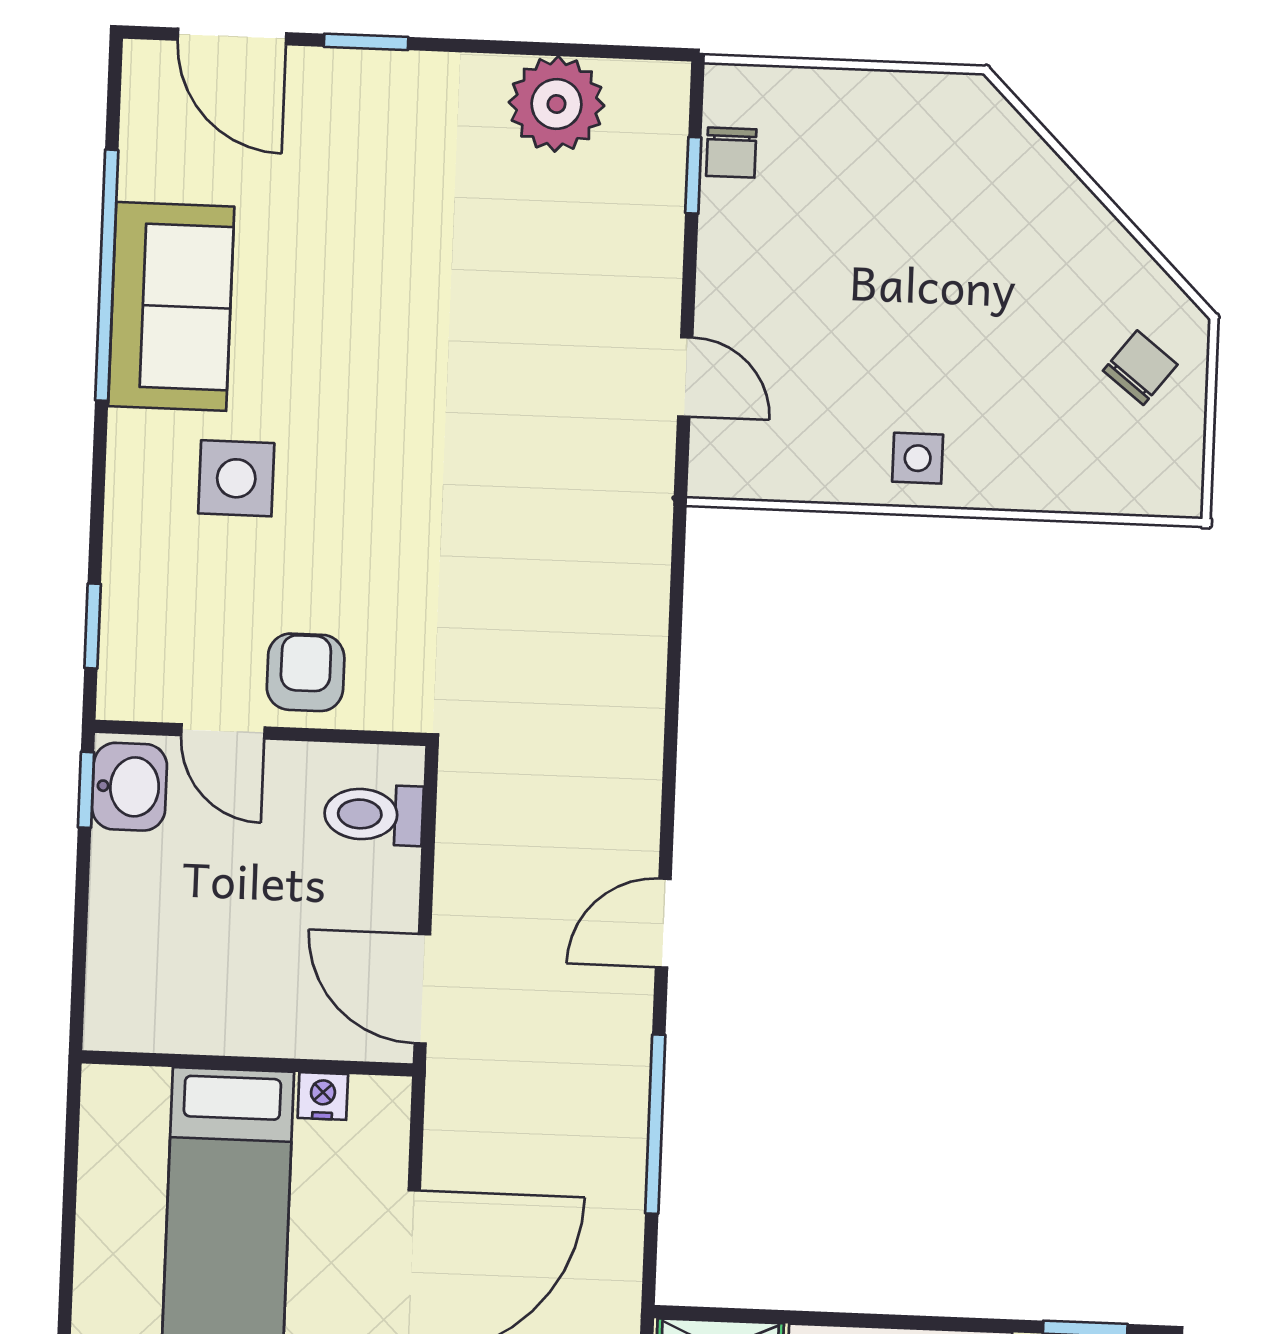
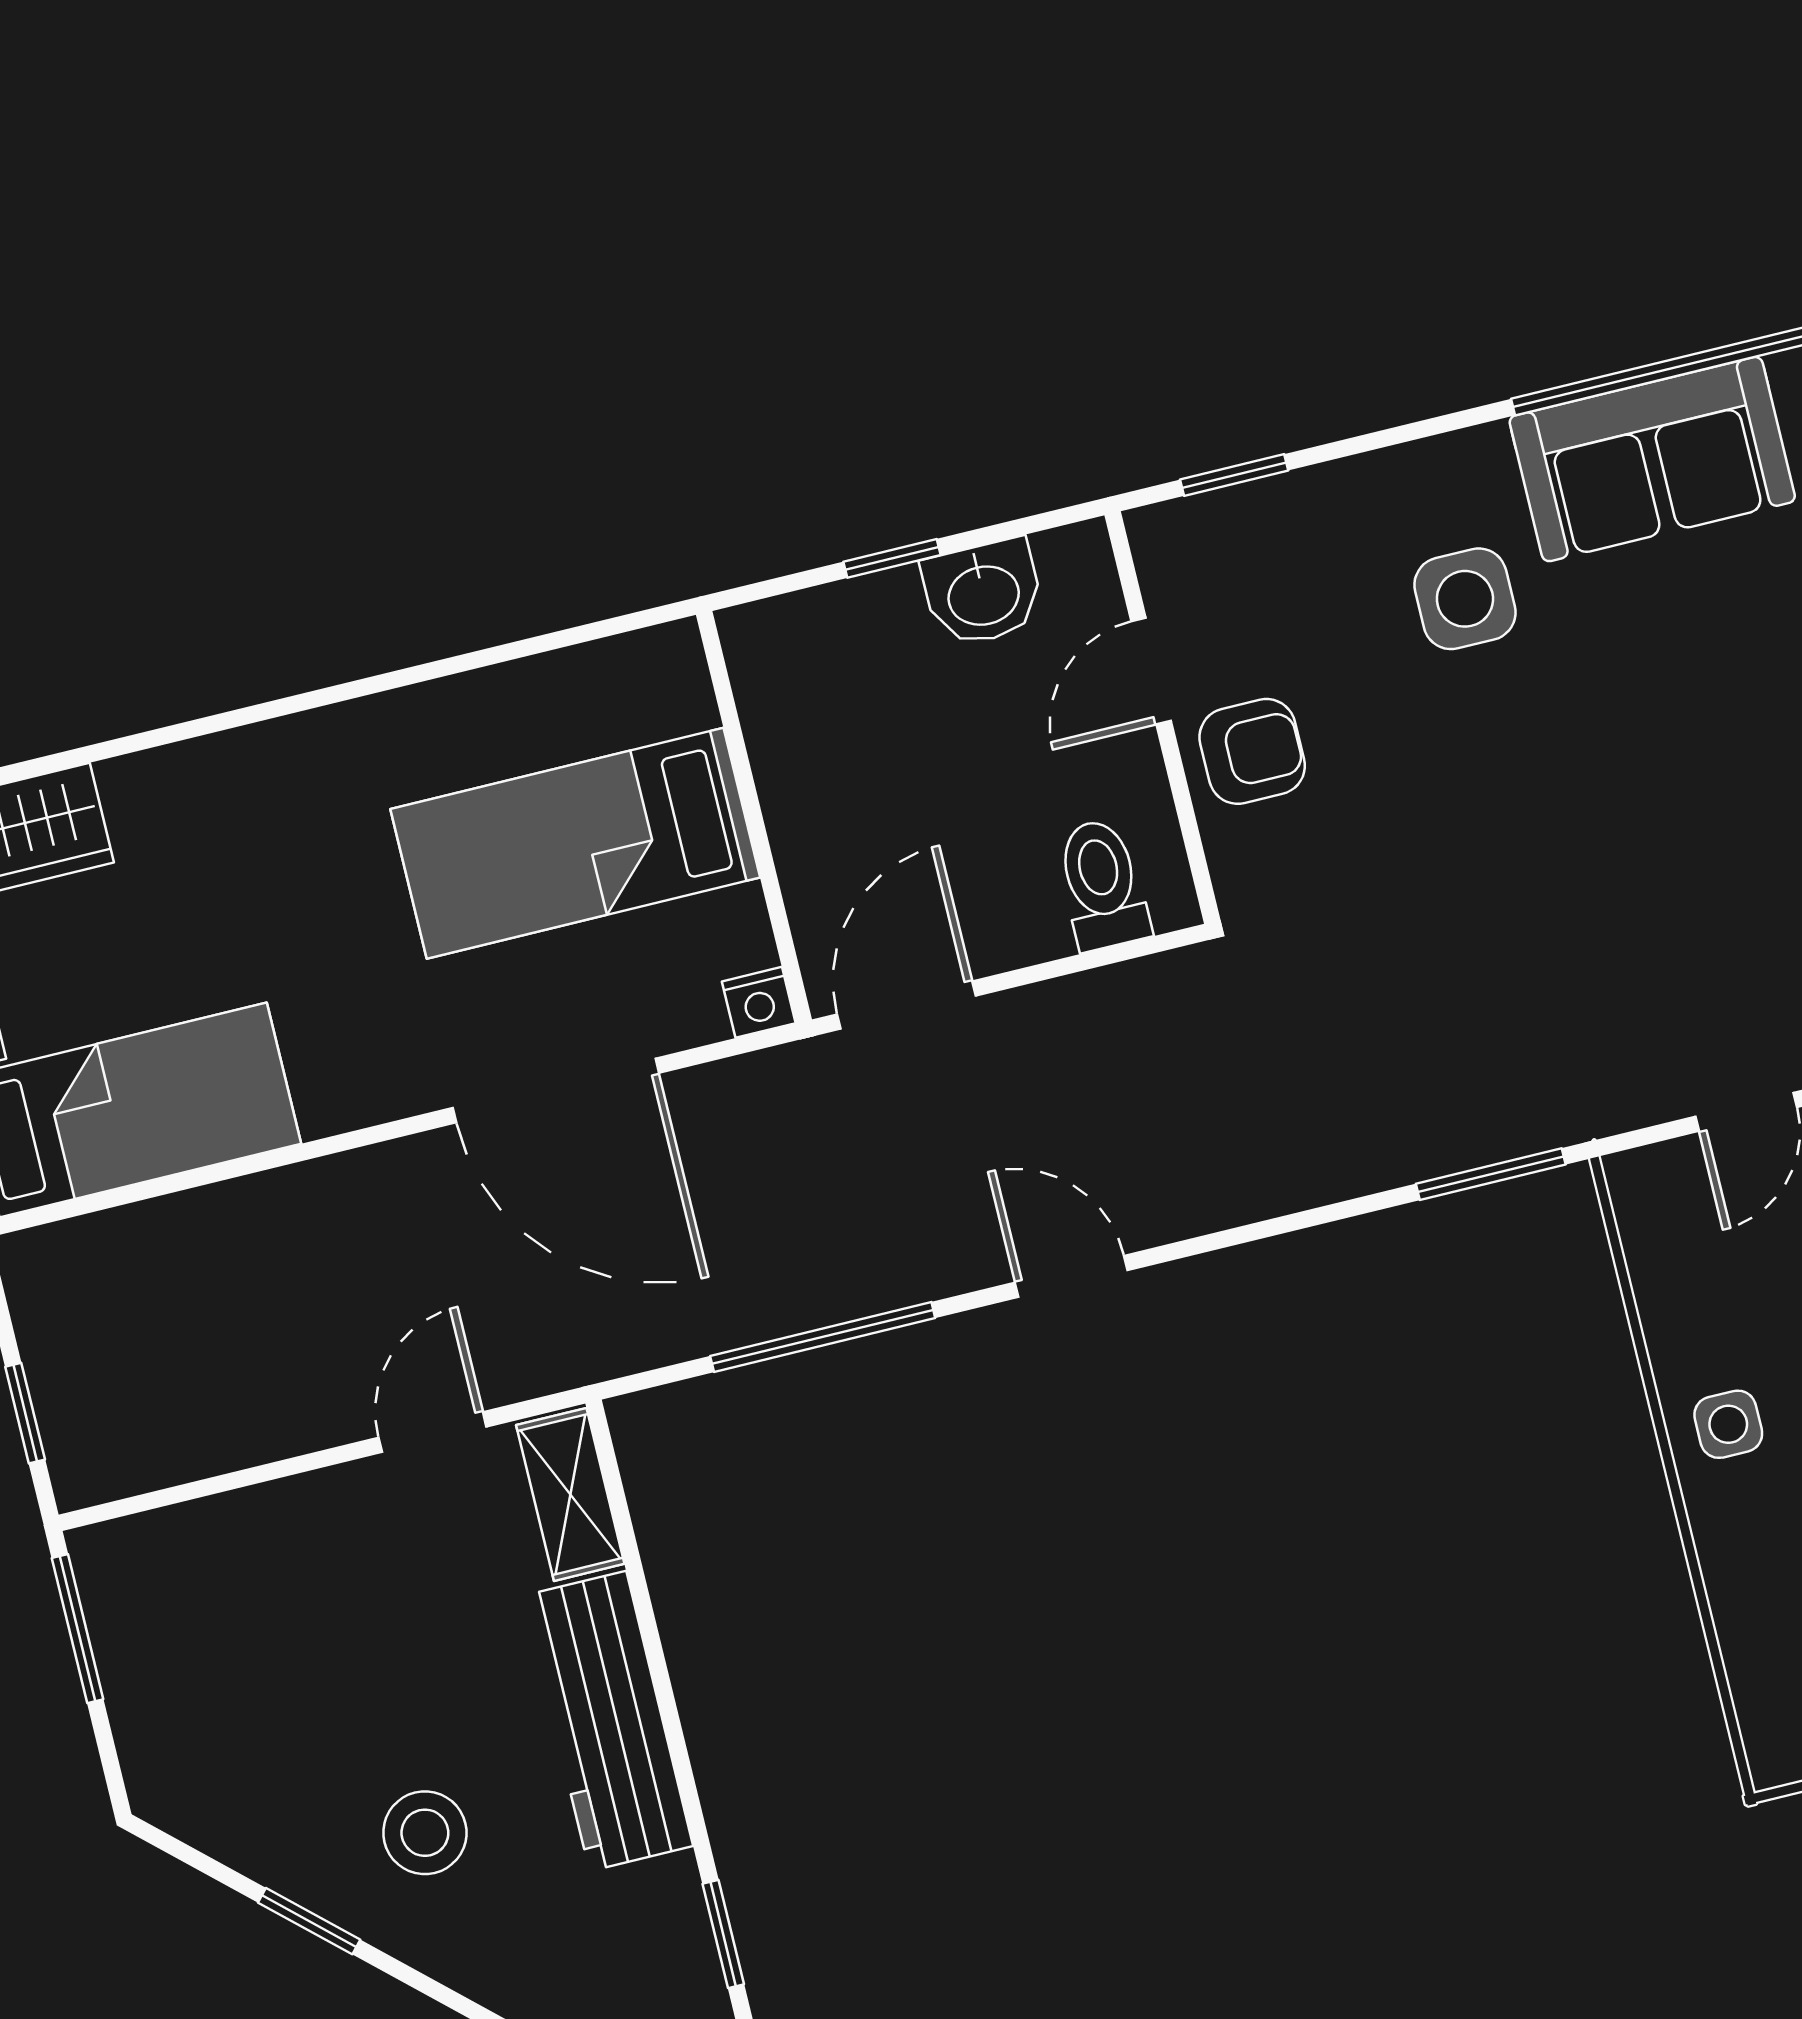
window: (677, 584) -> (1491, 1174), added
washbasin: (129, 787) -> (983, 593), moved
window: (86, 790) -> (892, 558), moved
nightstand: (323, 1096) -> (759, 1002), moved, turned 90

